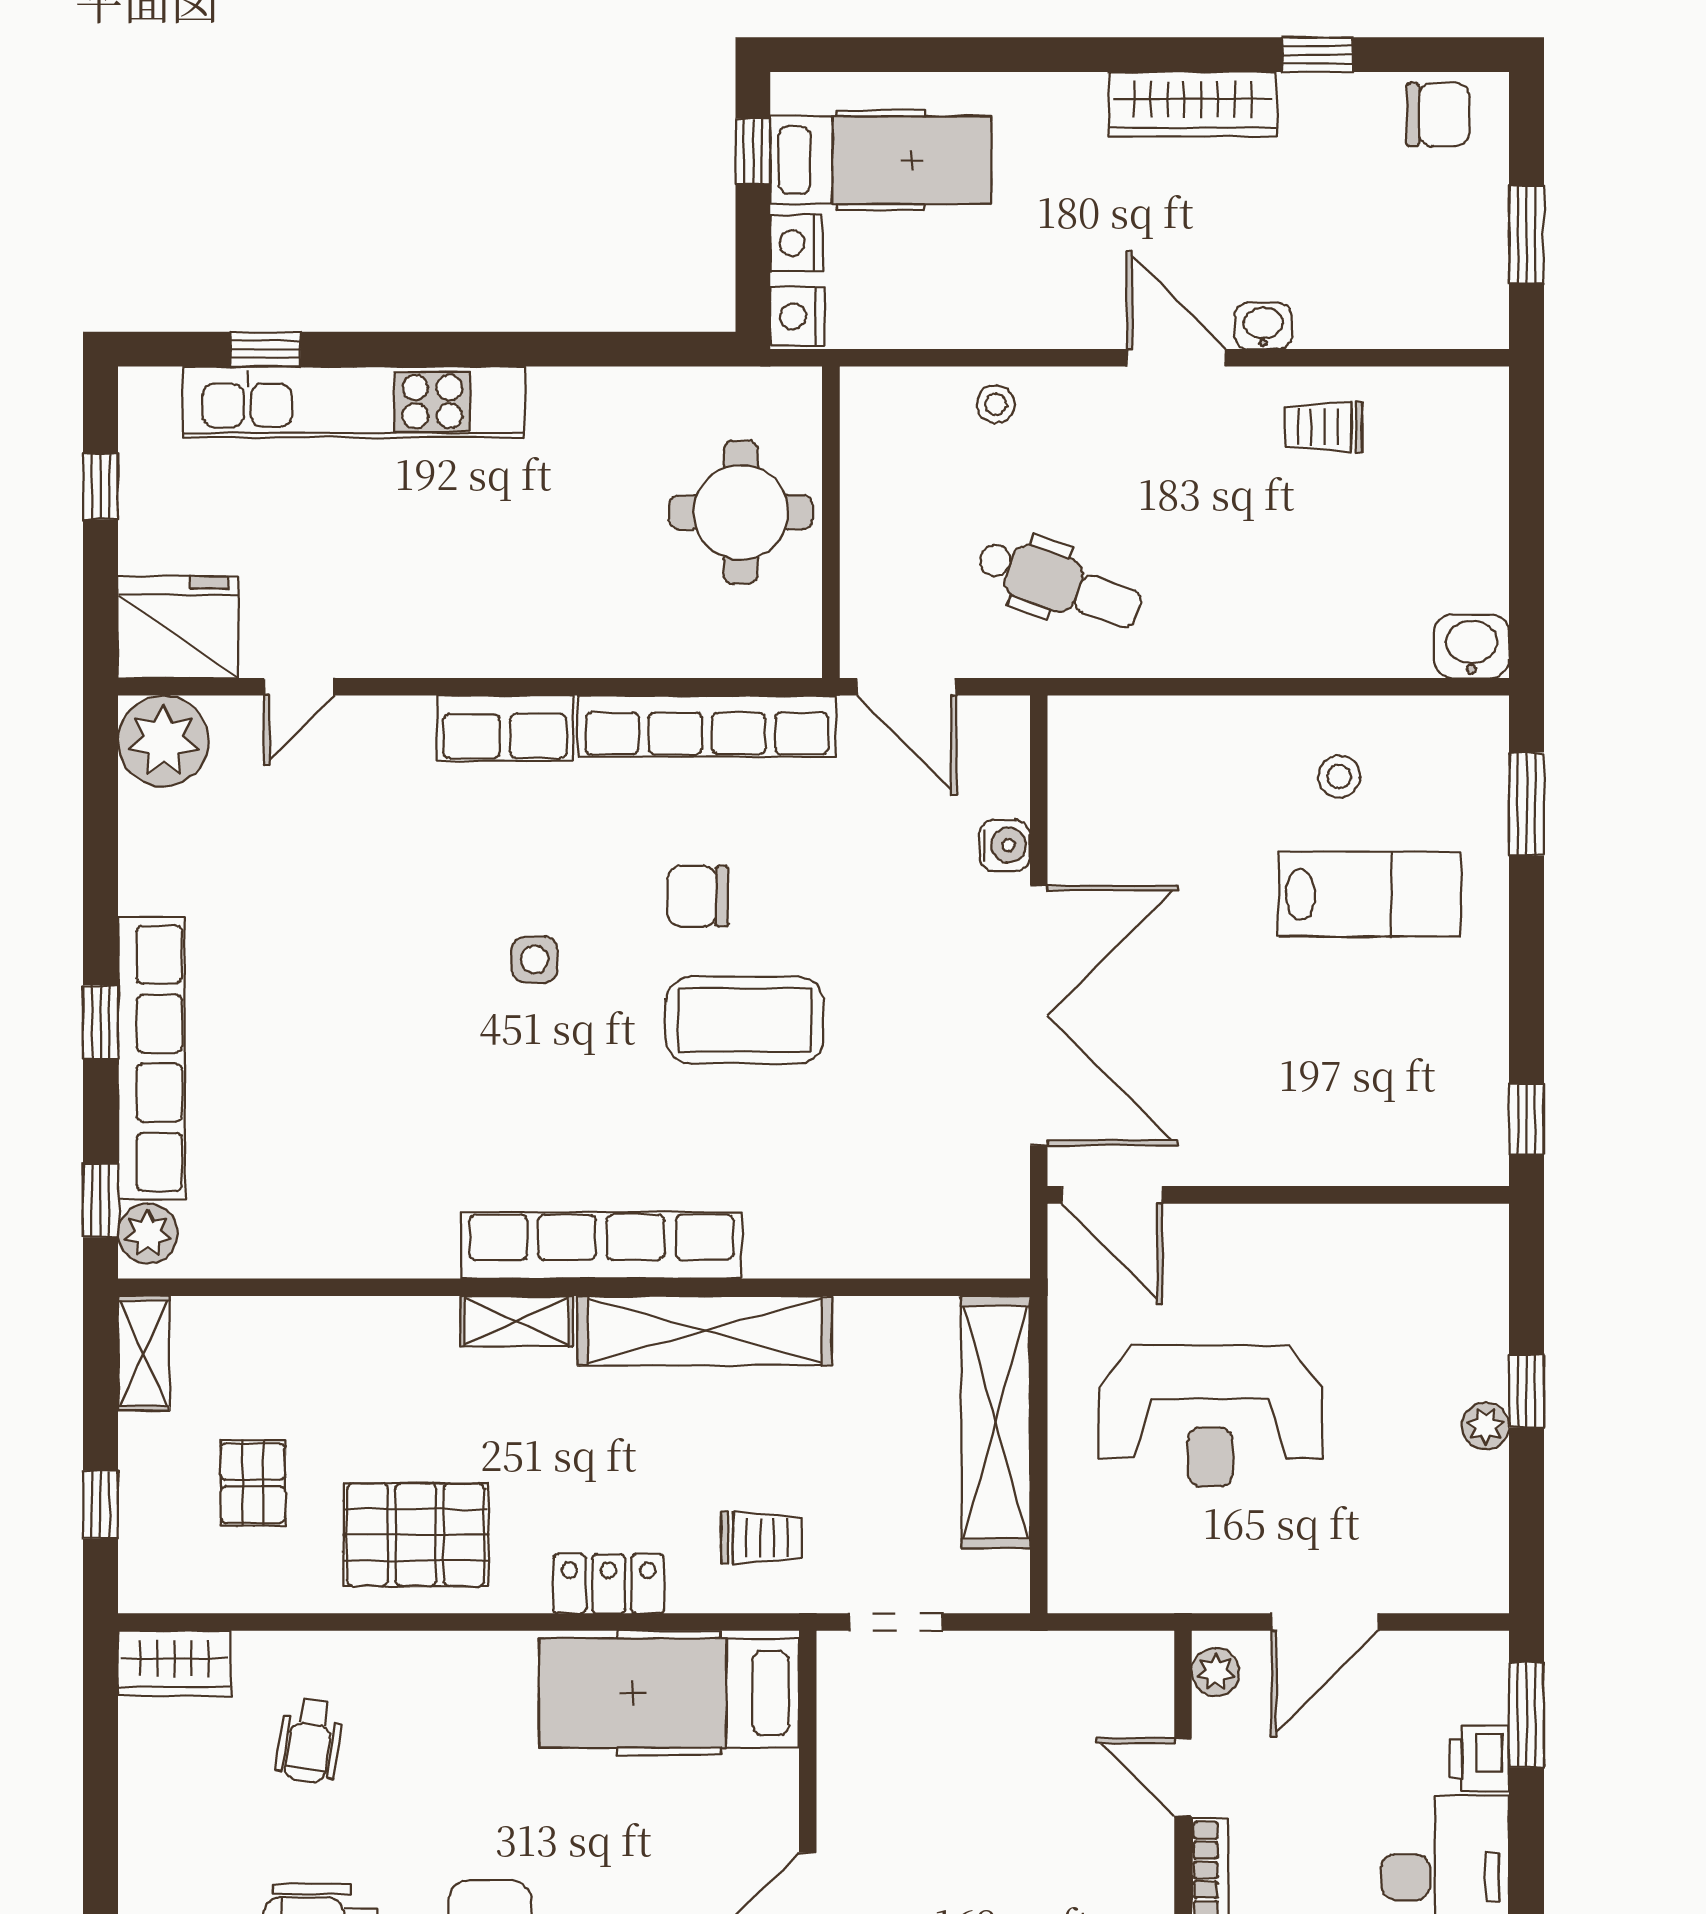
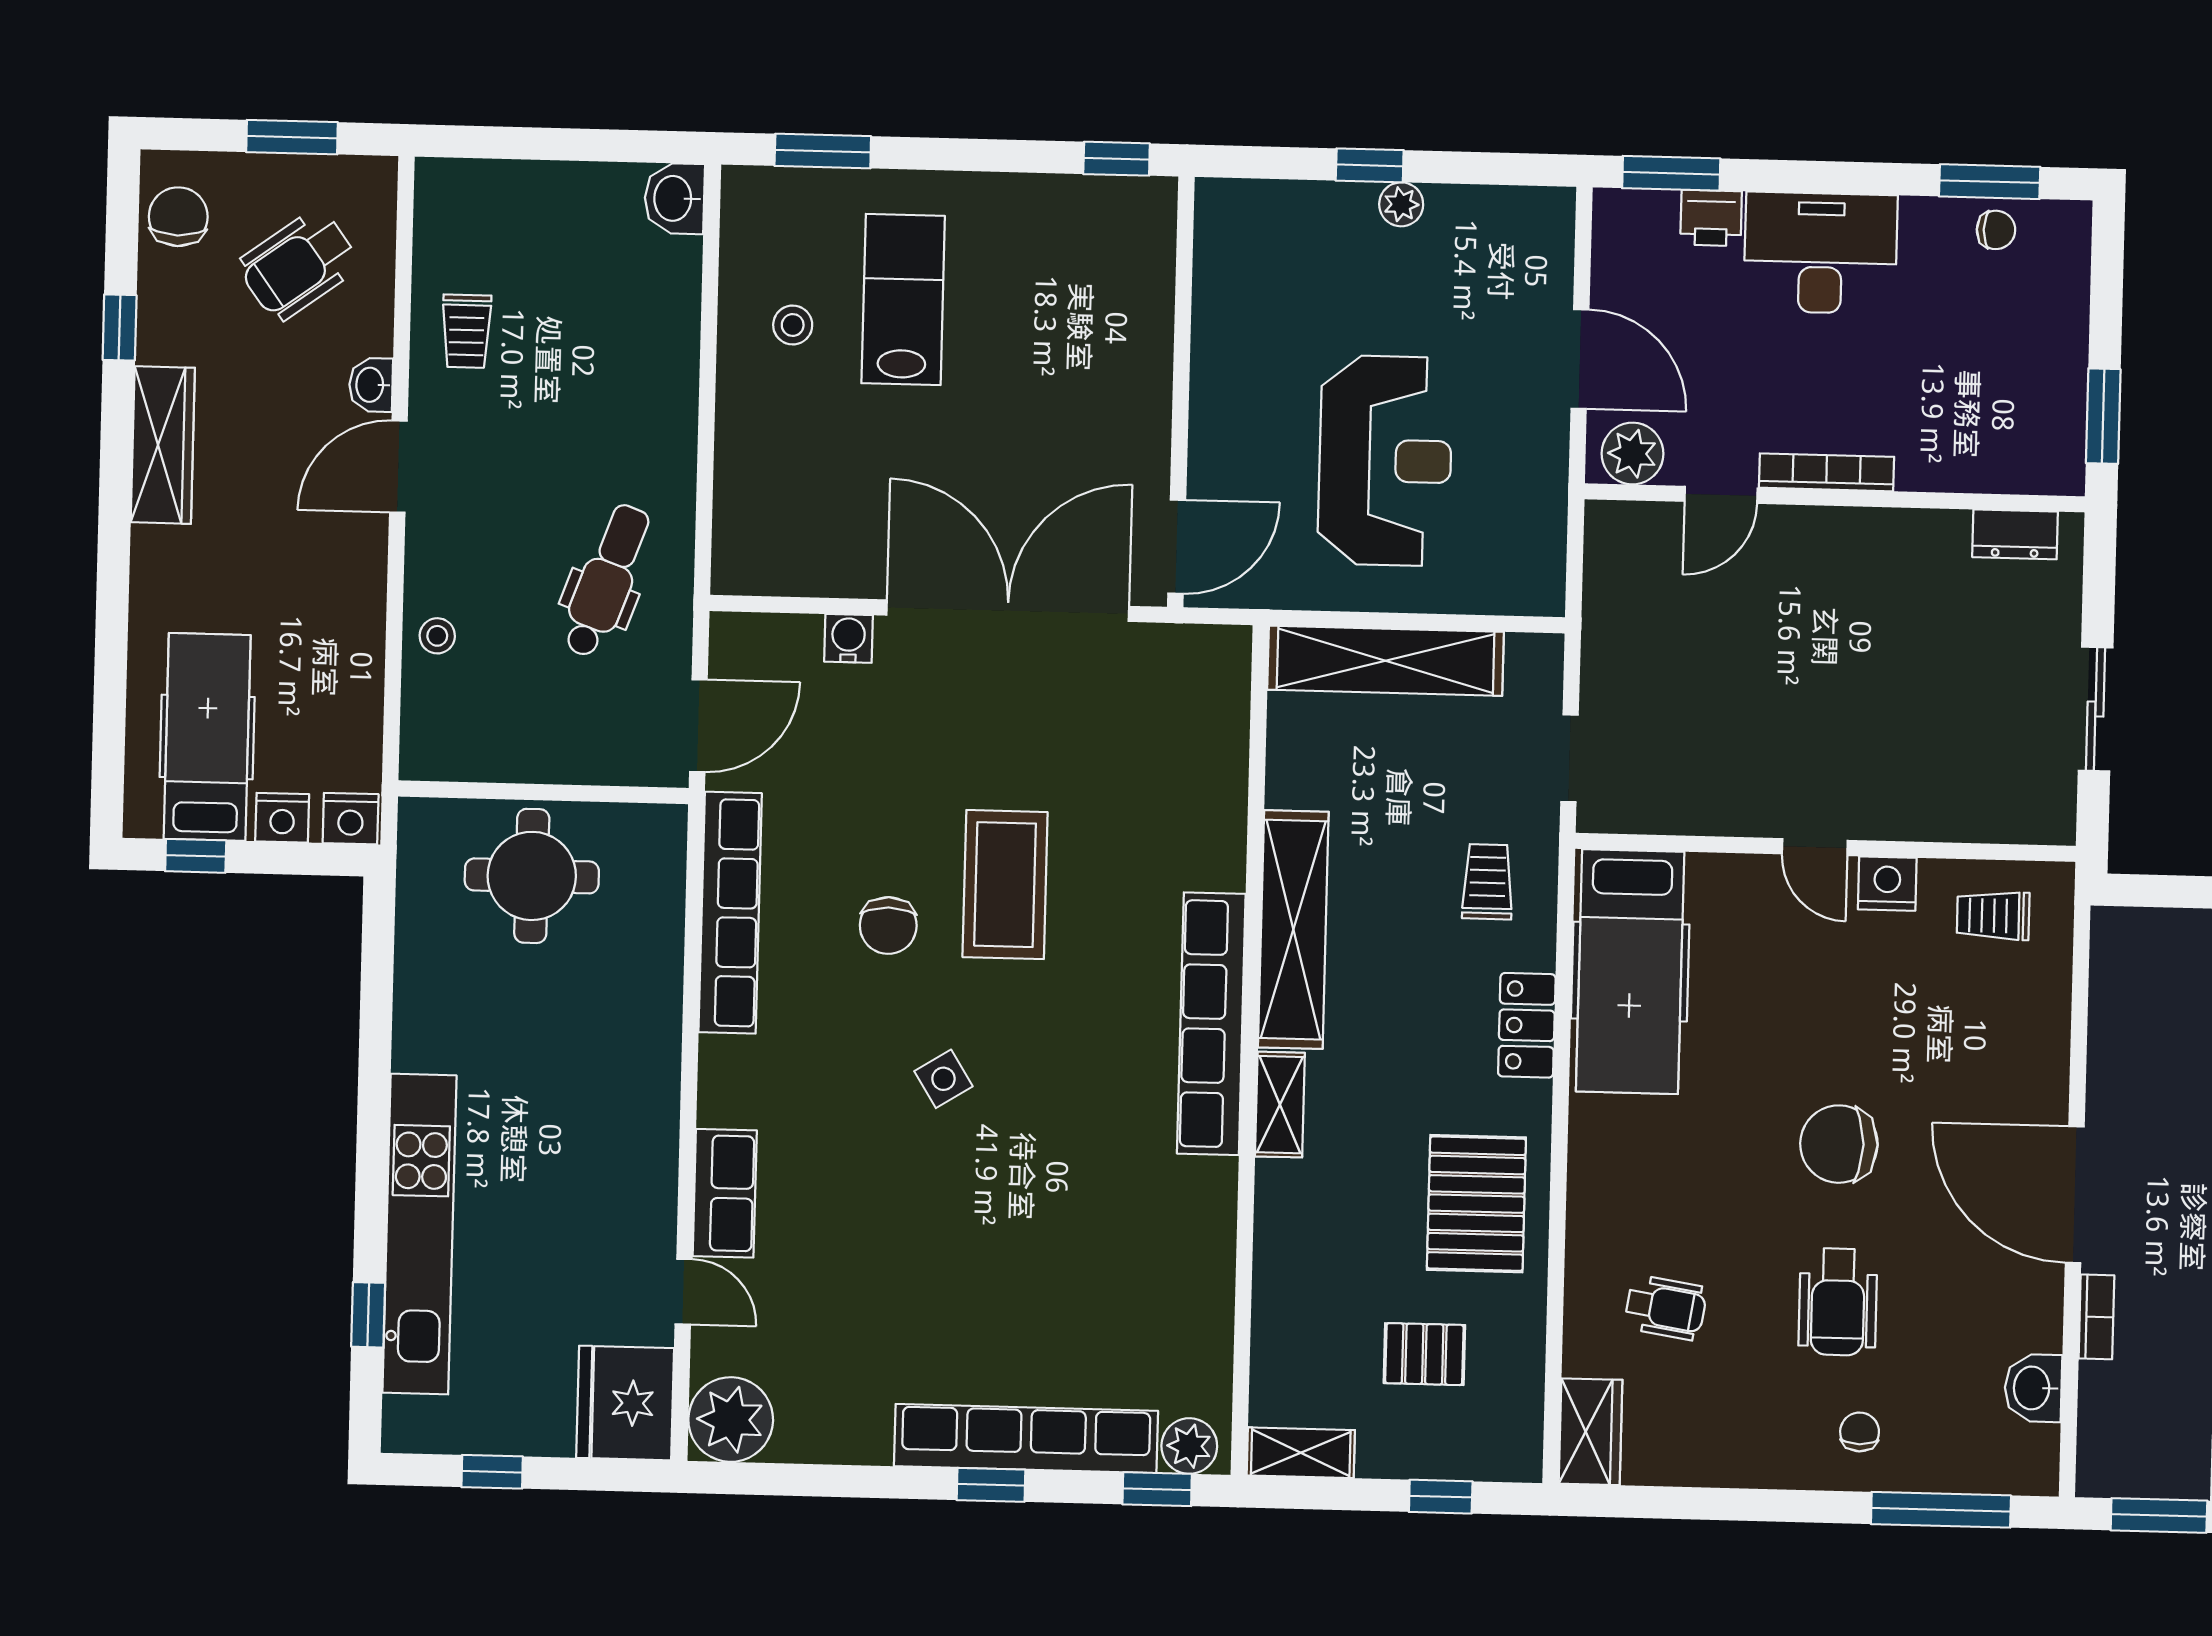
wheelchair: (1390, 245) -> (299, 265), added
row of seats: (505, 728) -> (725, 1193), moved
side table: (535, 960) -> (943, 1079), turned -32
plant: (1216, 1672) -> (1632, 454), width x1.38, depth x1.38

